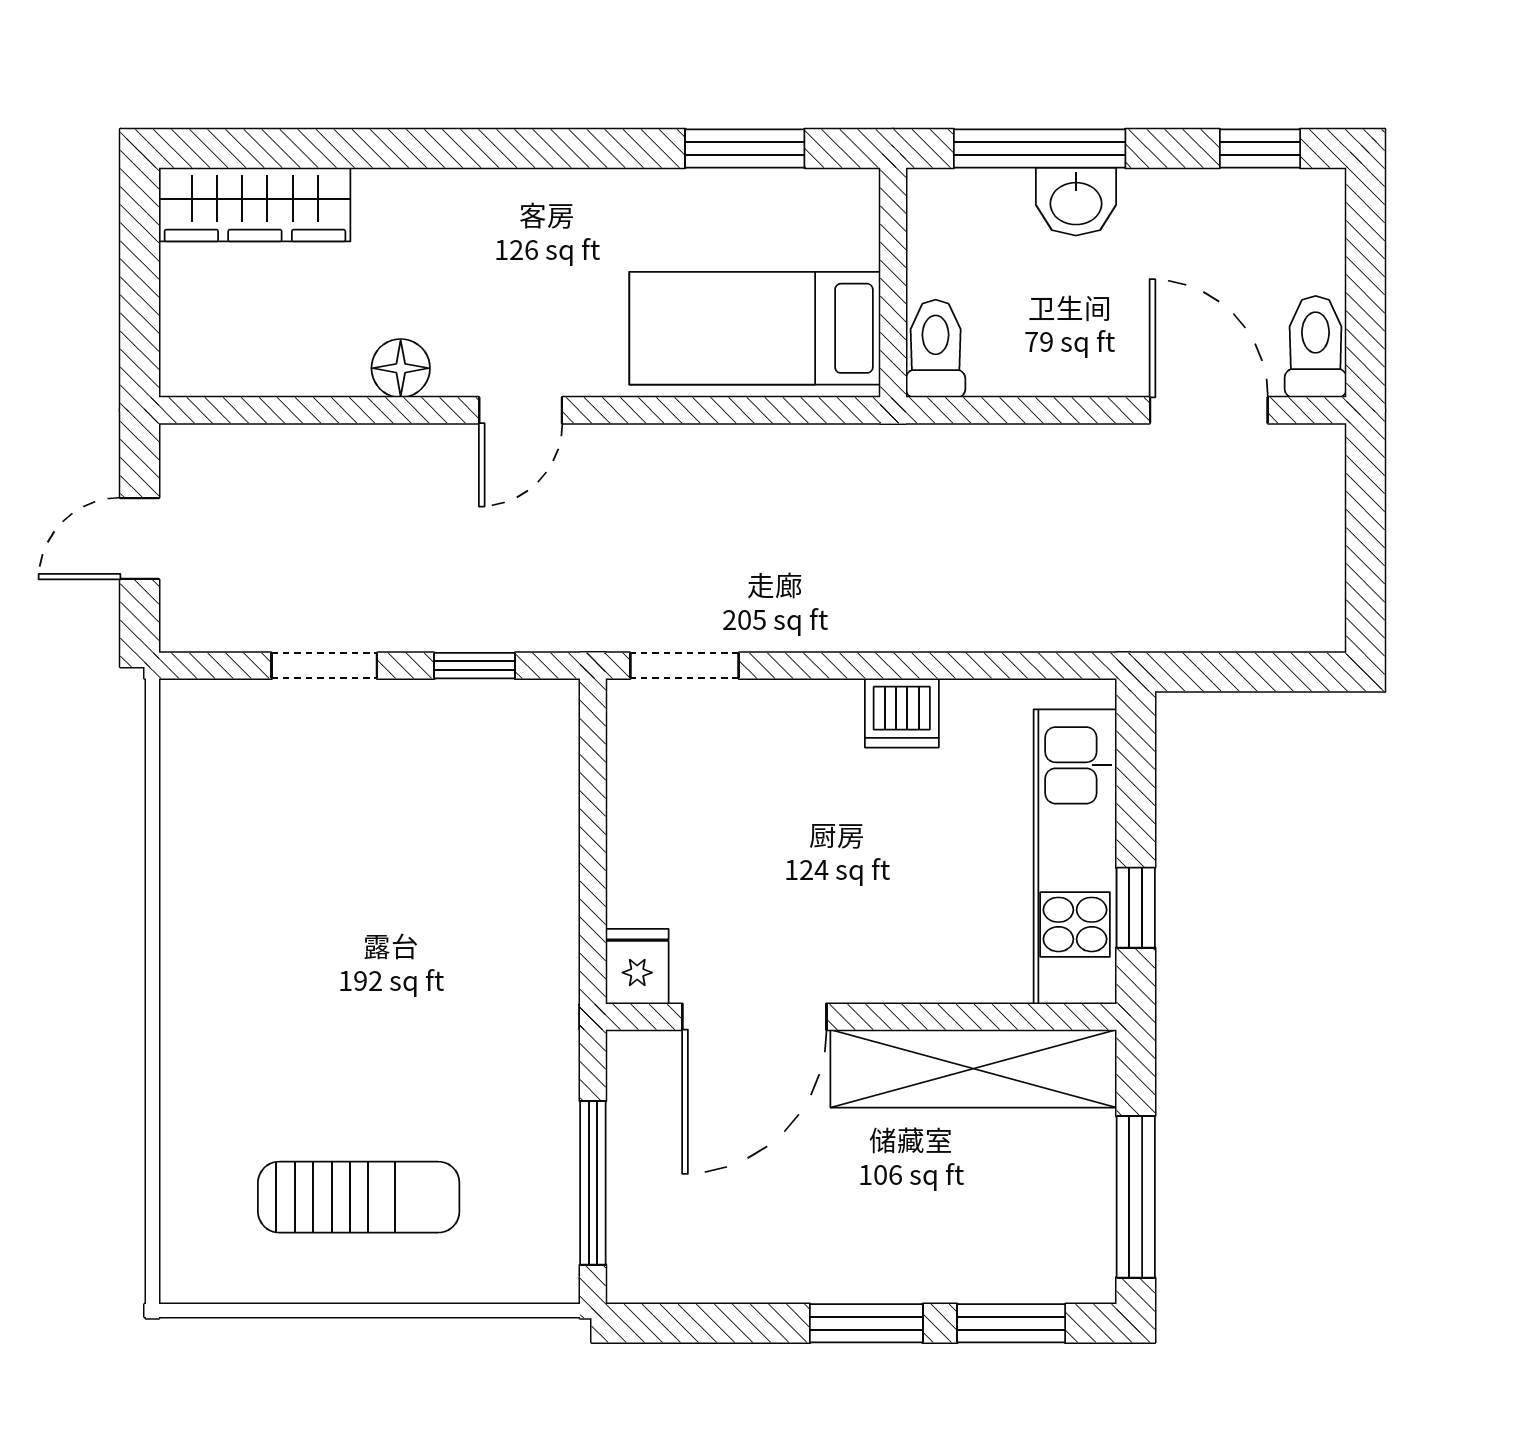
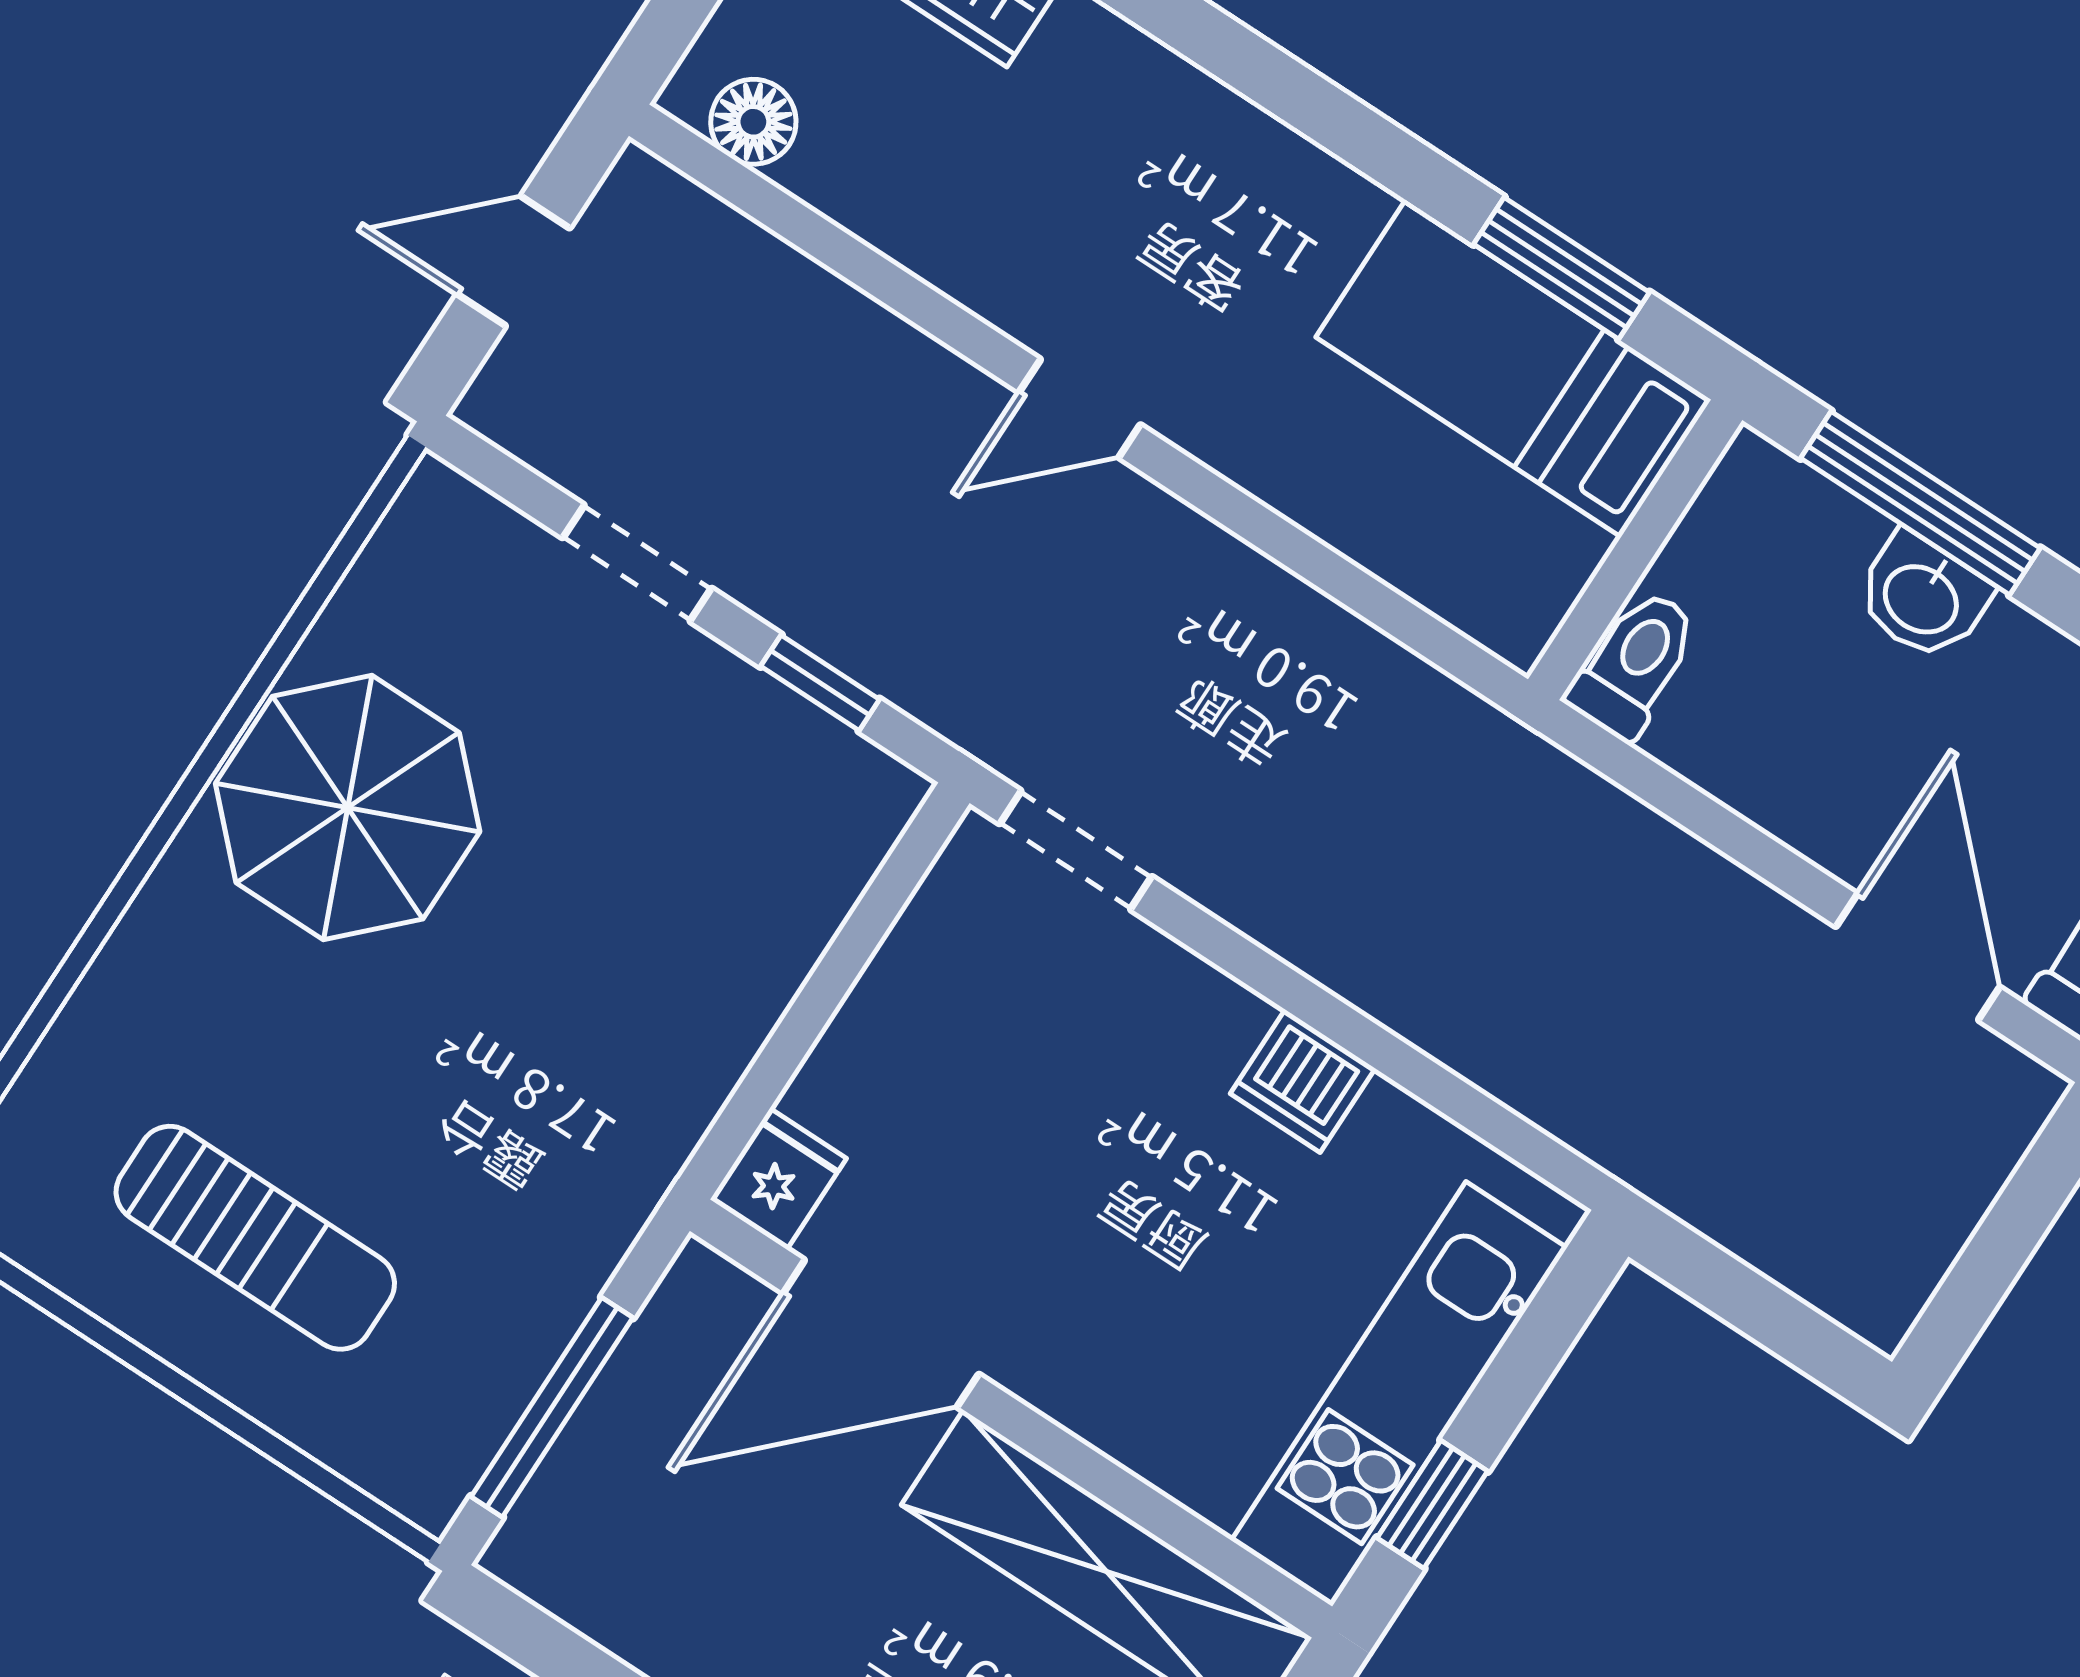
bed: (755, 328) -> (1513, 368), moved
floor lamp: (401, 368) -> (753, 122), moved
parasol: (250, 915) -> (348, 808), added

